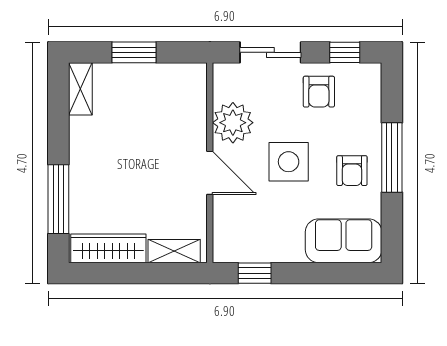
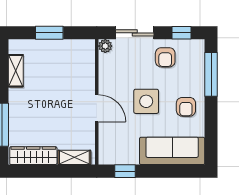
shelving: (80, 89) -> (16, 71), moved
plant: (233, 123) -> (105, 46), moved, width x0.53, depth x0.53
window: (392, 158) -> (211, 74), moved
sofa: (344, 241) -> (172, 151), width x1.36

